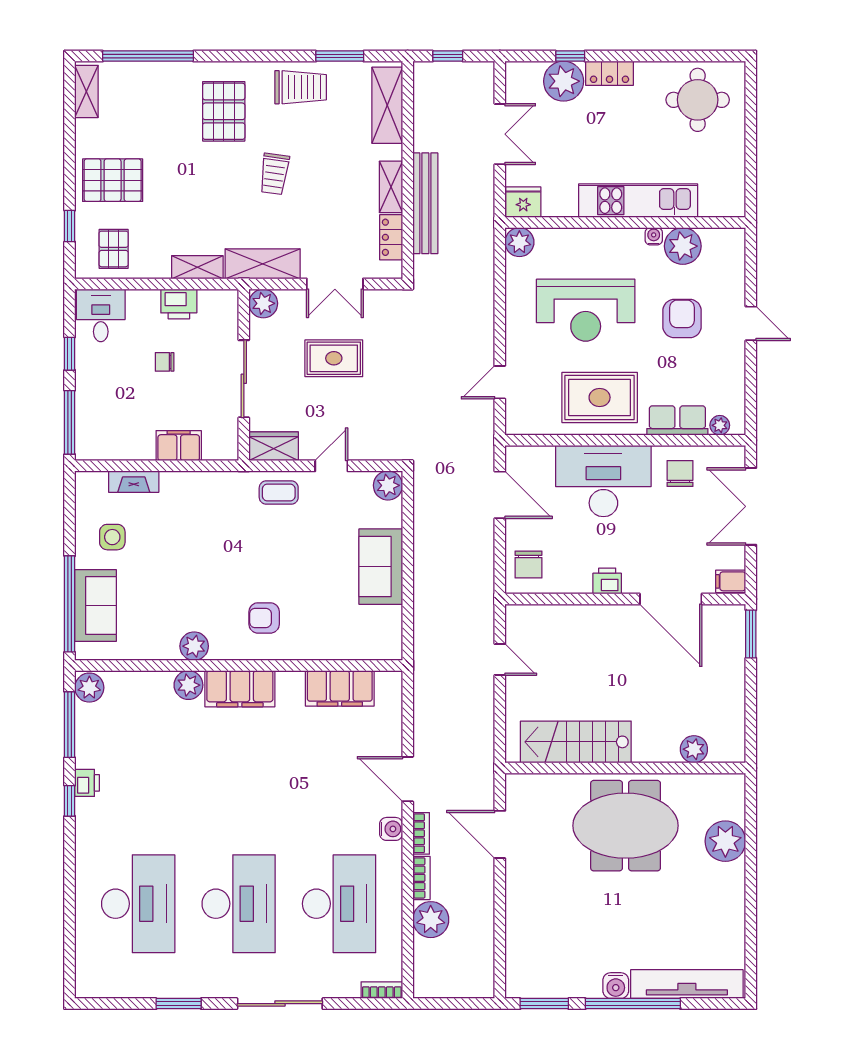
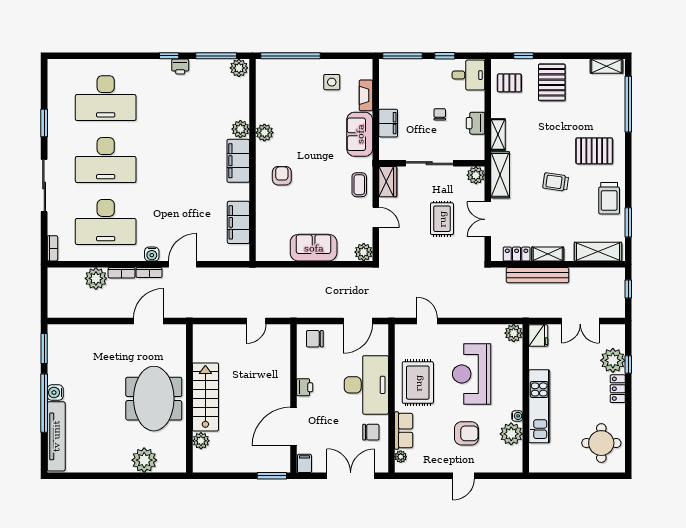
sofa: (96, 606) -> (360, 134), moved, turned 90
stairs: (576, 742) -> (205, 397), moved

